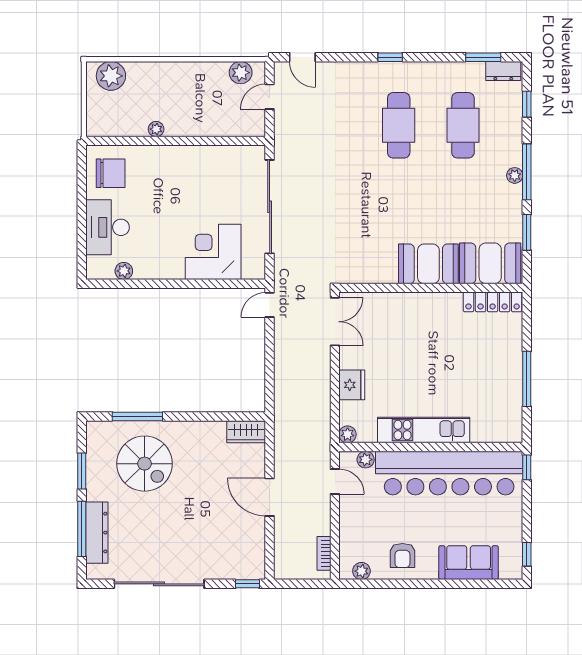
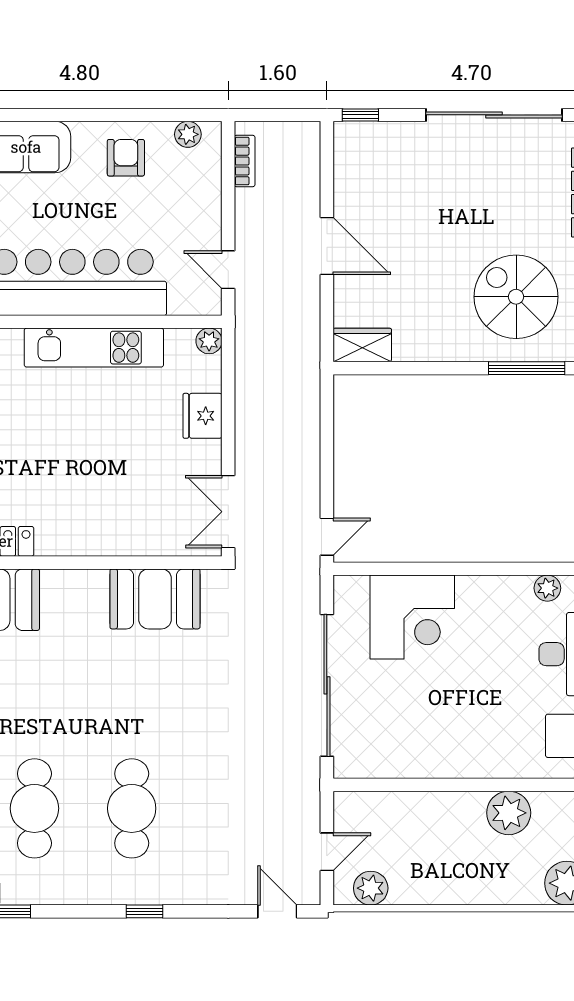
plant: (156, 129) -> (509, 813), width x1.88, depth x1.88
booth: (428, 264) -> (155, 599), moved
plant: (366, 460) -> (182, 303), removed

